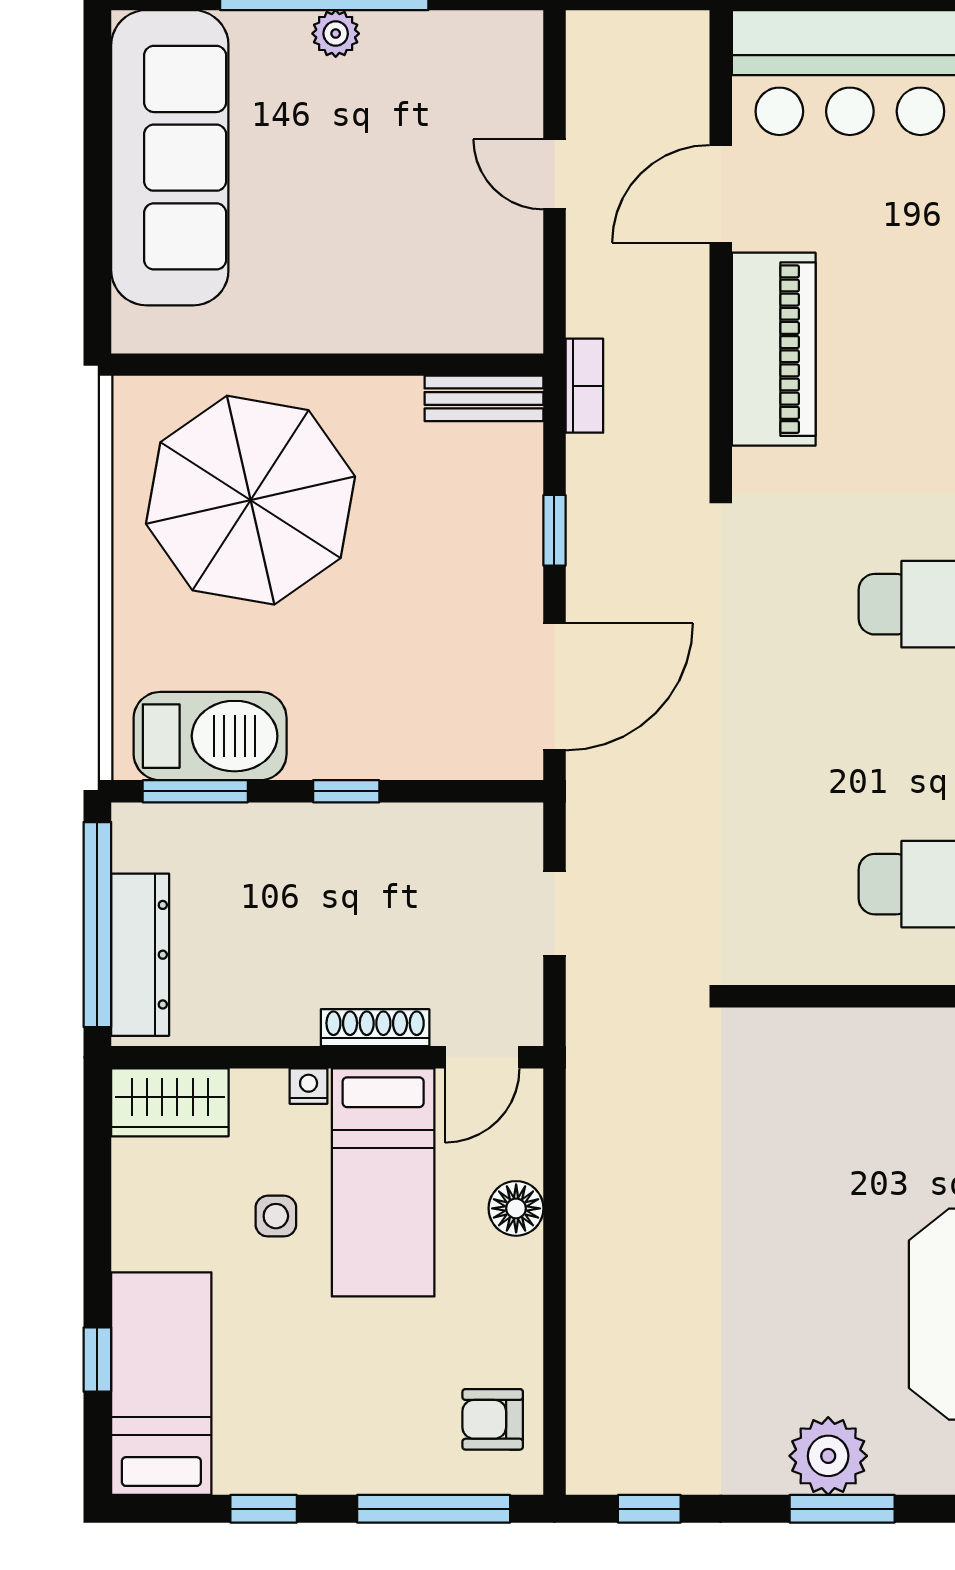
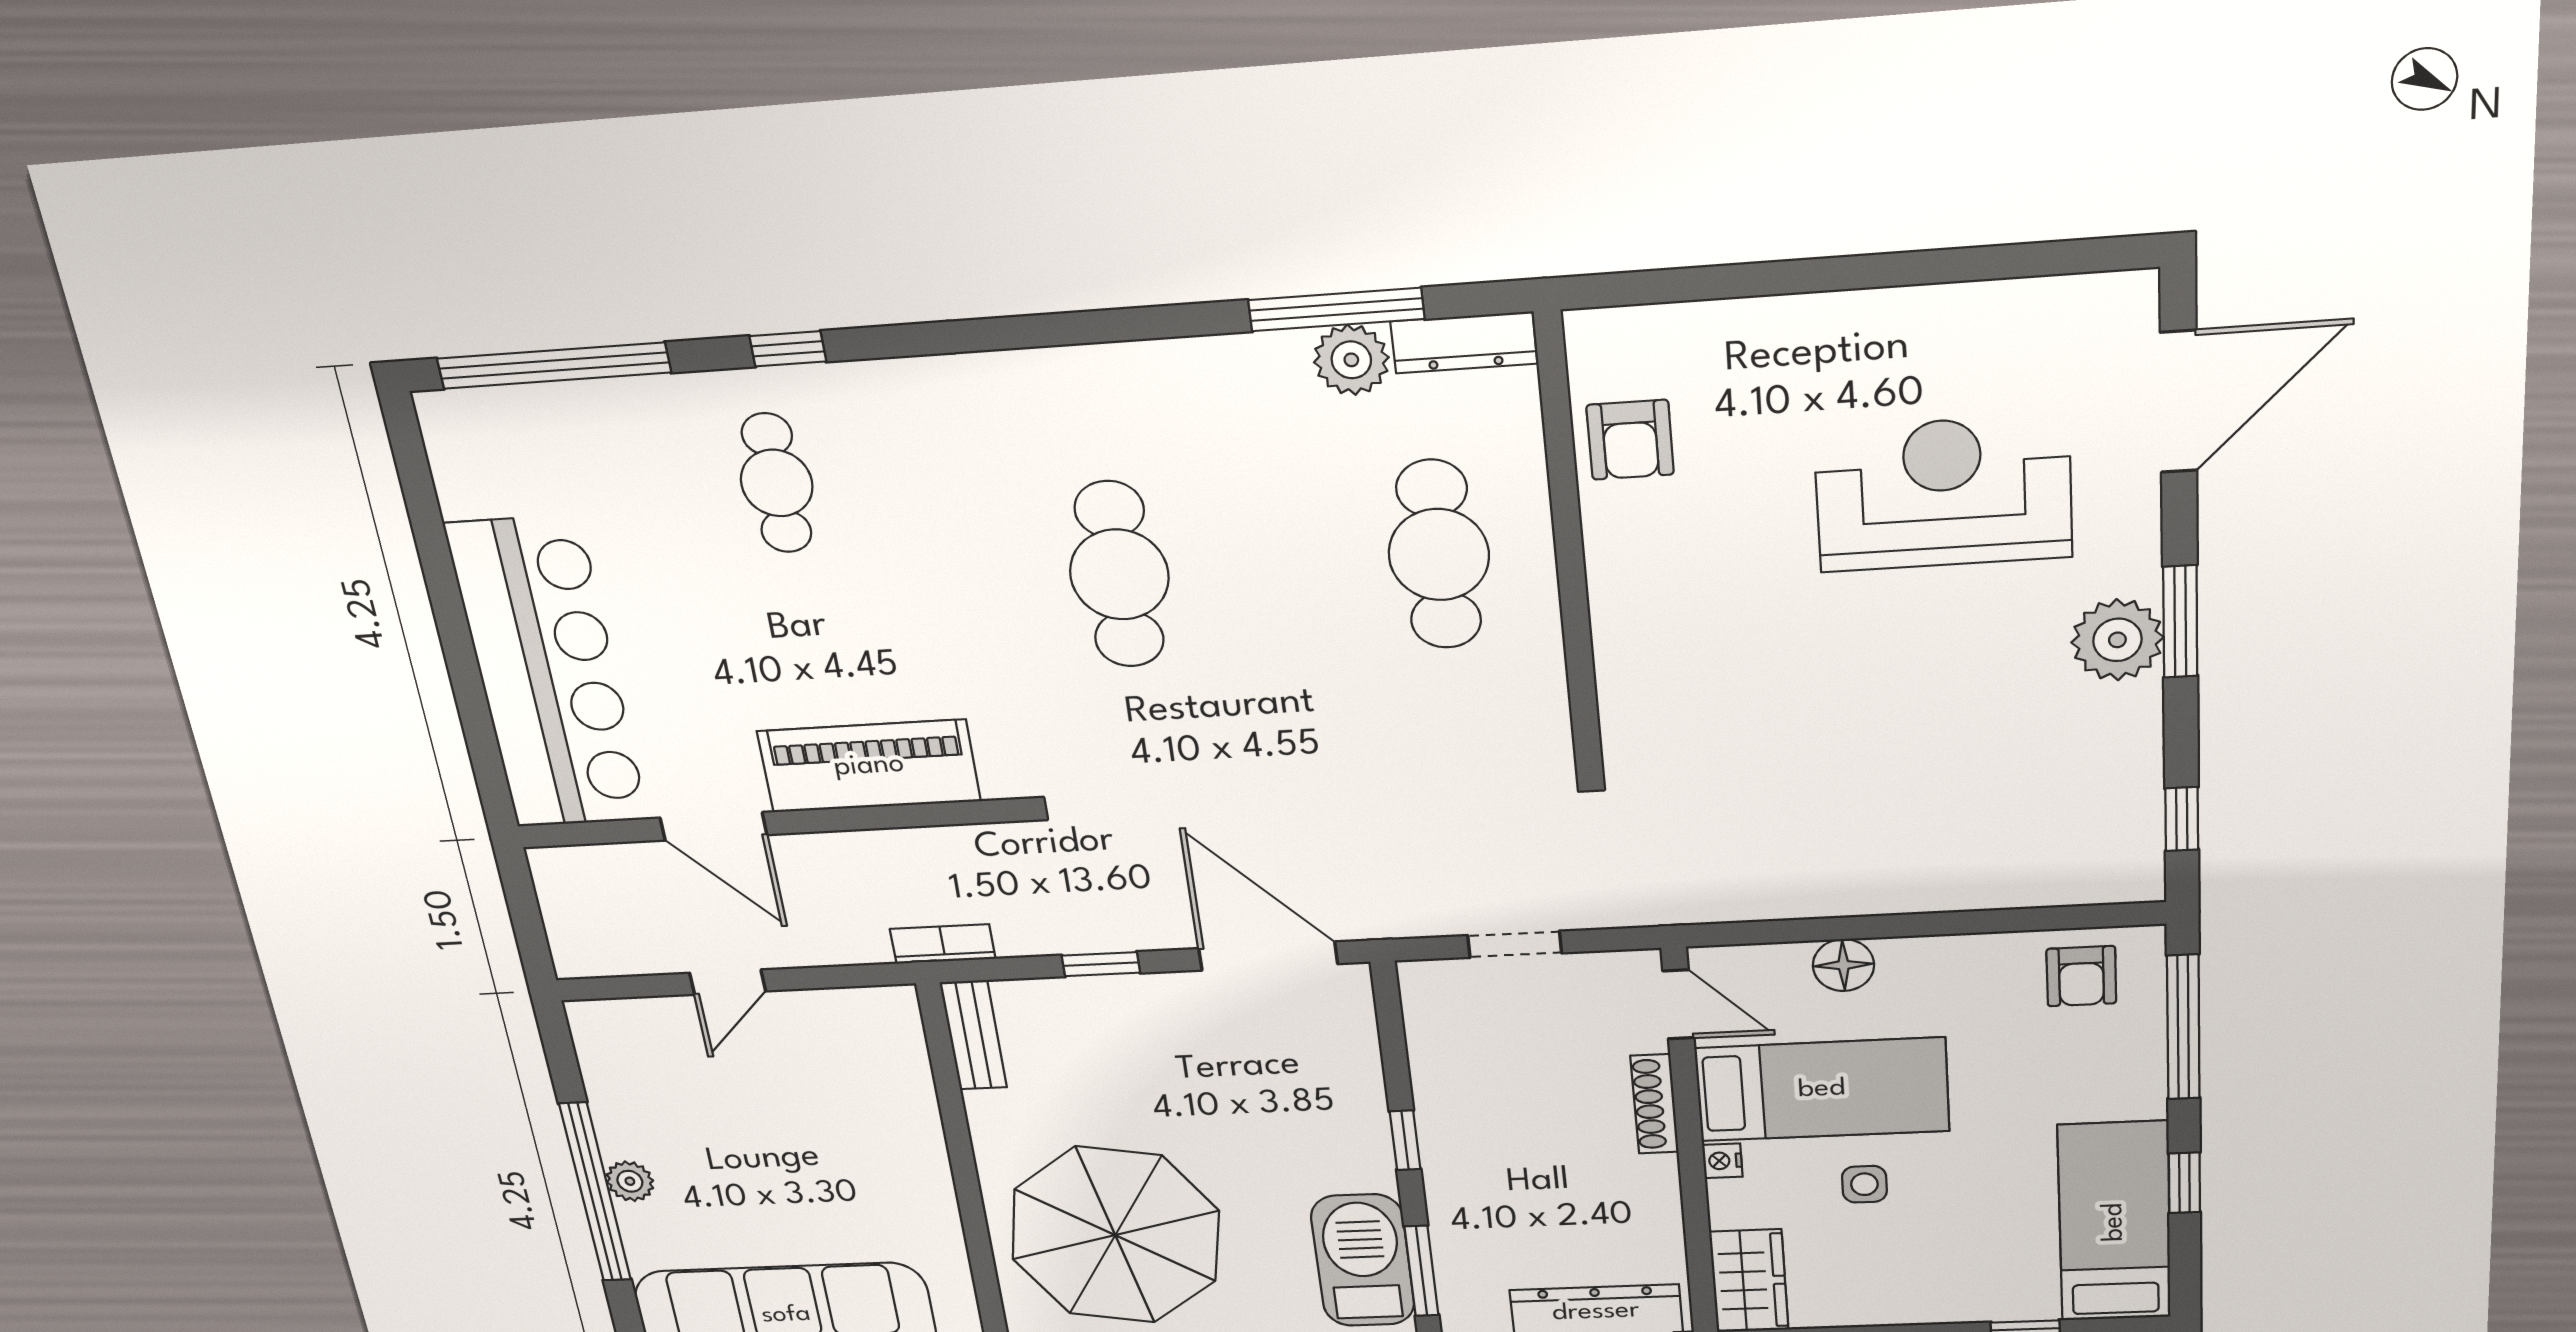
bed: (161, 1384) -> (2114, 1222), moved, turned 90

